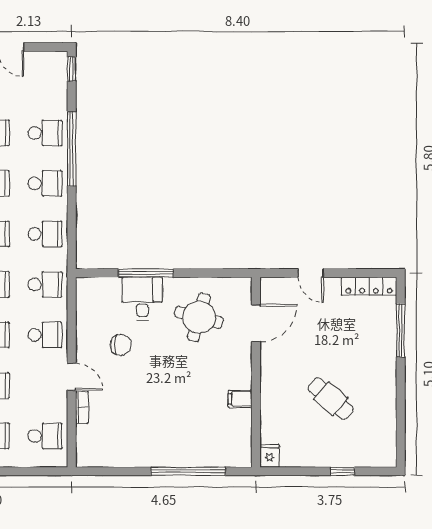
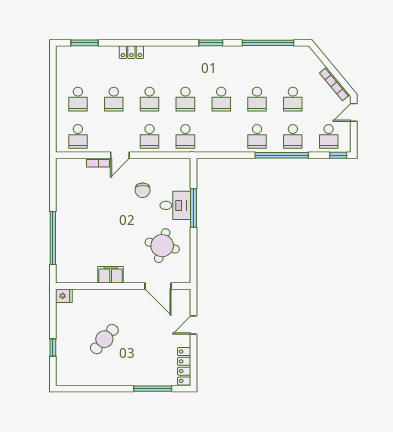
school desk: (45, 234) -> (329, 136), moved
filing cabinet: (240, 399) -> (111, 275), width x2.00

